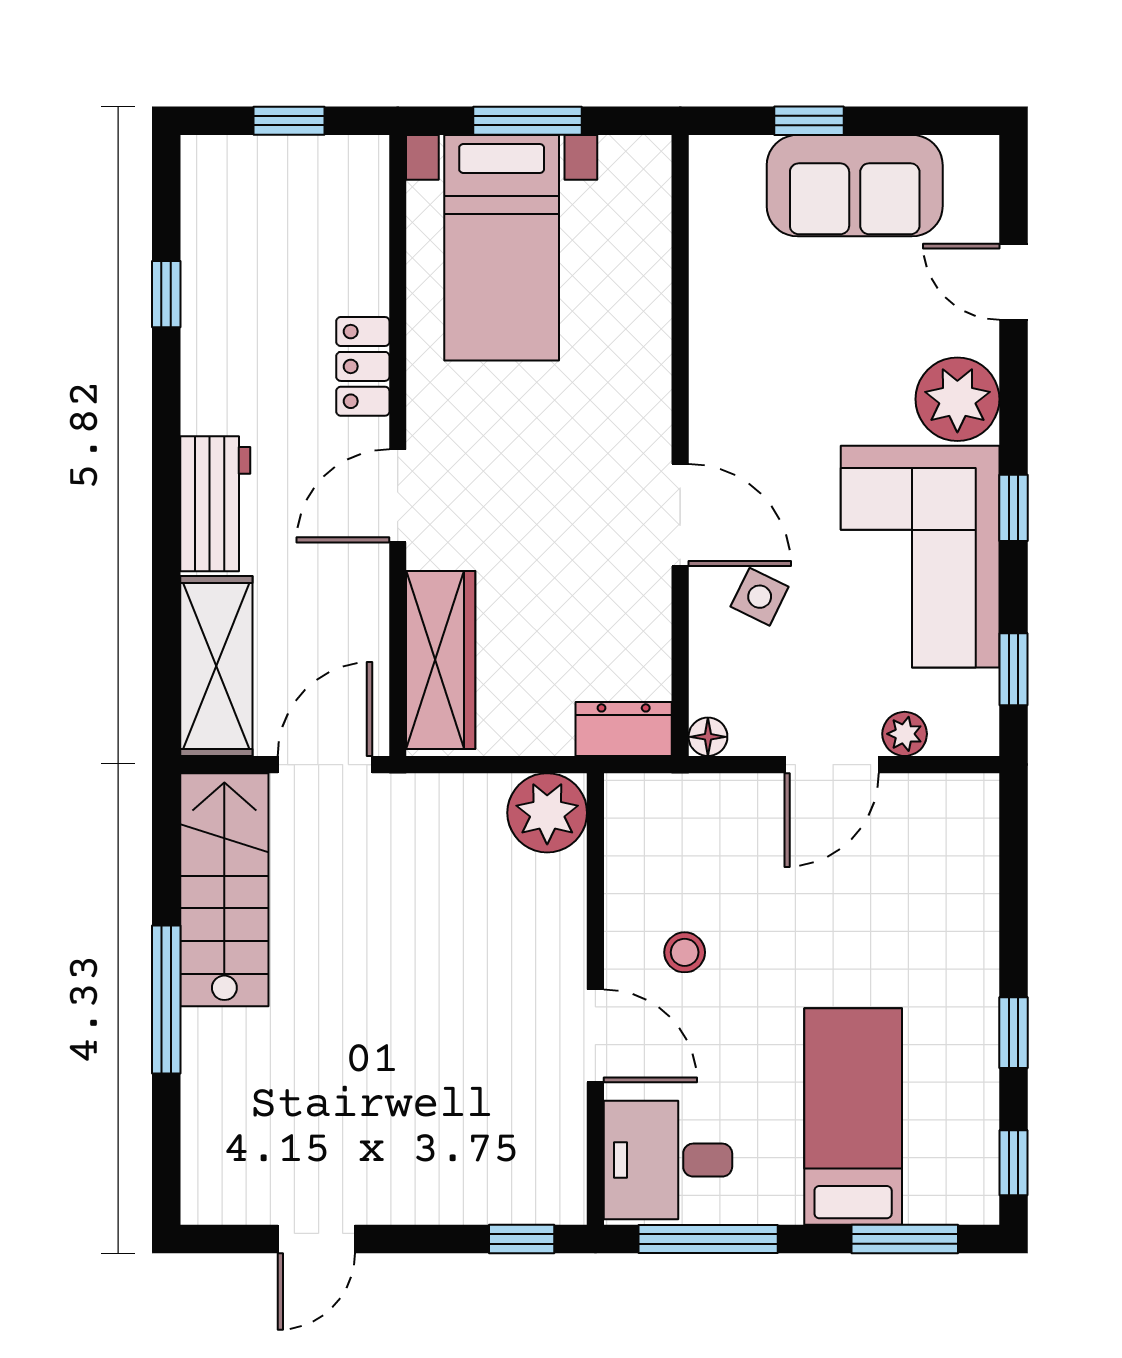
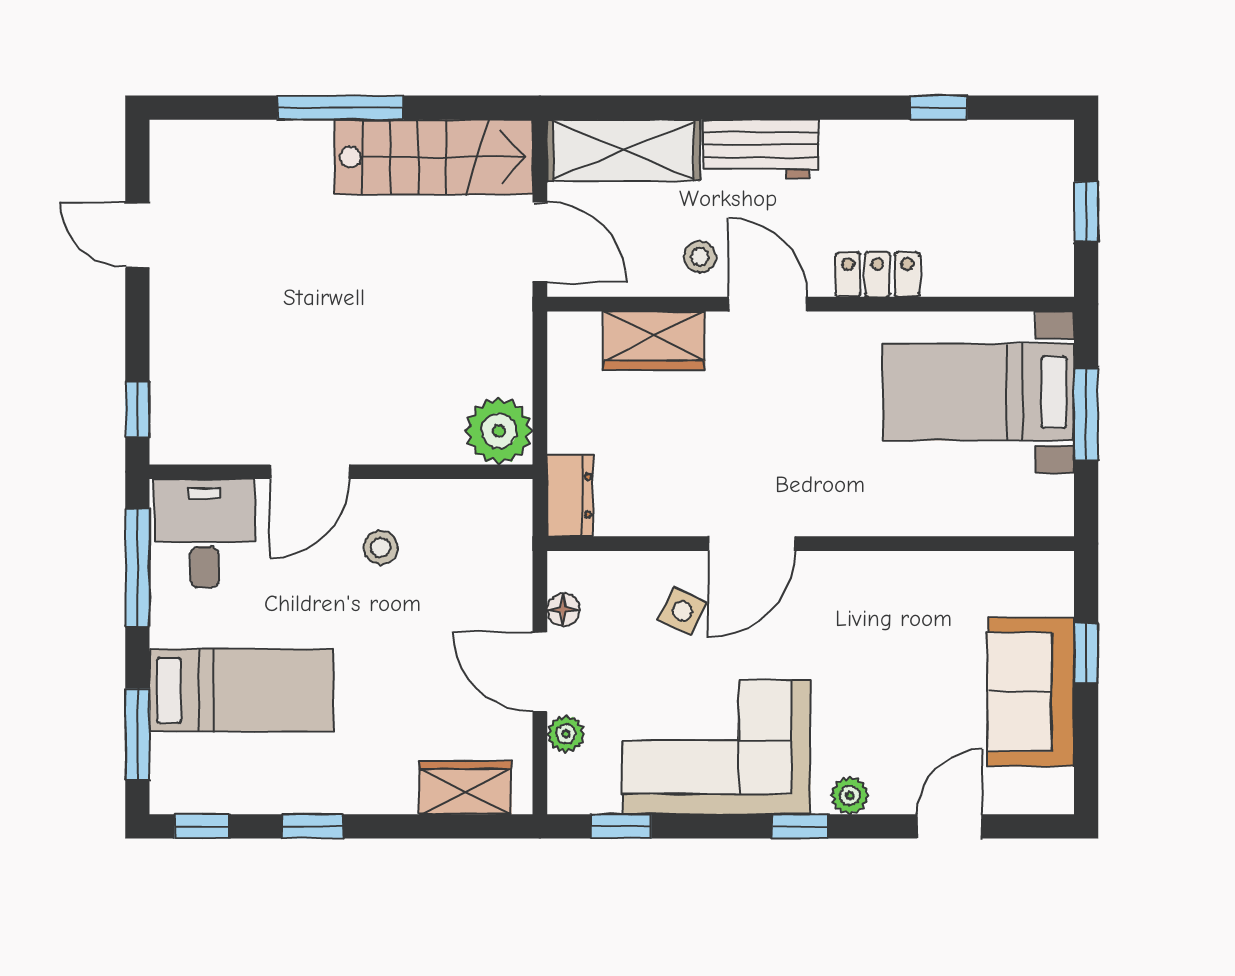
plant: (957, 399) -> (850, 795), width x0.53, depth x0.53
window: (1013, 508) -> (801, 826), moved
stool: (342, 576) -> (700, 257), added
wardrobe: (441, 660) -> (654, 341), width x0.67
floor lamp: (708, 737) -> (563, 610), moved
wardrobe: (968, 853) -> (465, 788), added

